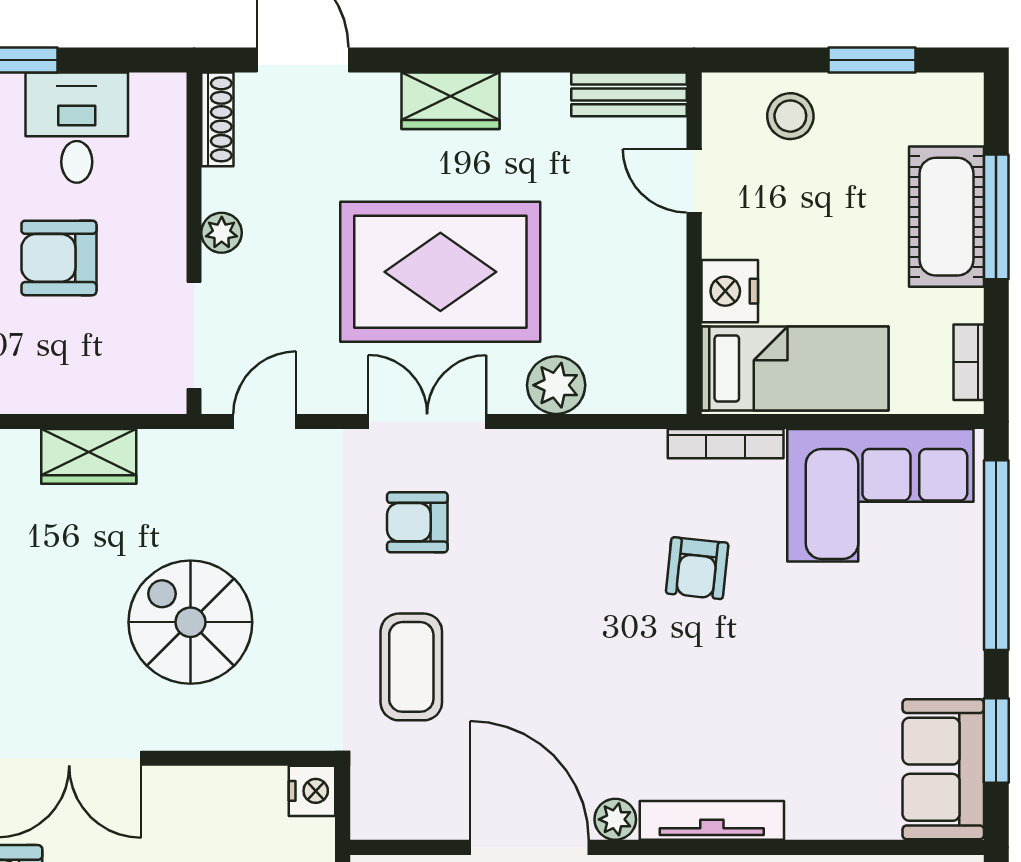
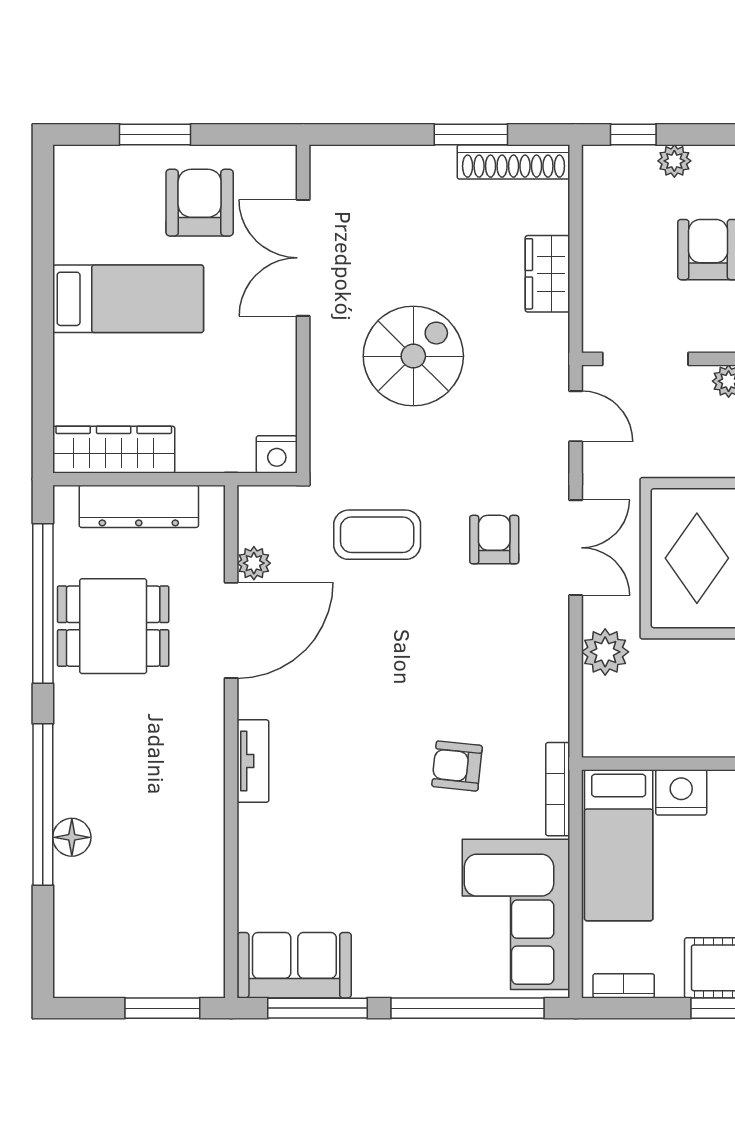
window: (996, 740) -> (318, 1008), width x1.44
plant: (615, 819) -> (254, 563), moved
tv unit: (712, 820) -> (253, 761), width x0.71

